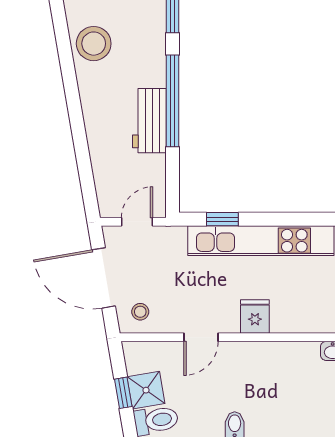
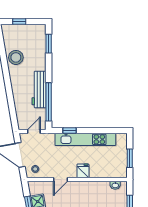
window: (172, 101) -> (49, 102), moved
workbench: (149, 121) -> (39, 90), width x1.38

